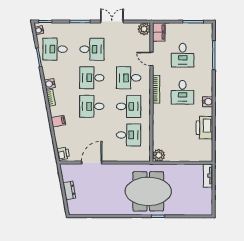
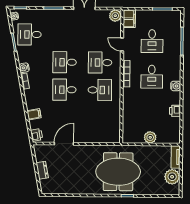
desk: (92, 49) -> (65, 35), removed
filing cabinet: (58, 121) -> (34, 114), moved
printer: (204, 128) -> (175, 111), width x0.53, depth x0.68
desk: (129, 135) -> (100, 117), removed
plant: (159, 155) -> (150, 137), moved
plant: (204, 196) -> (172, 177), added

